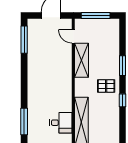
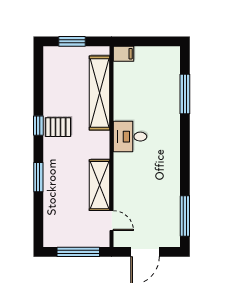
pallet: (106, 86) -> (58, 127), moved
desk: (61, 123) -> (130, 137), moved

